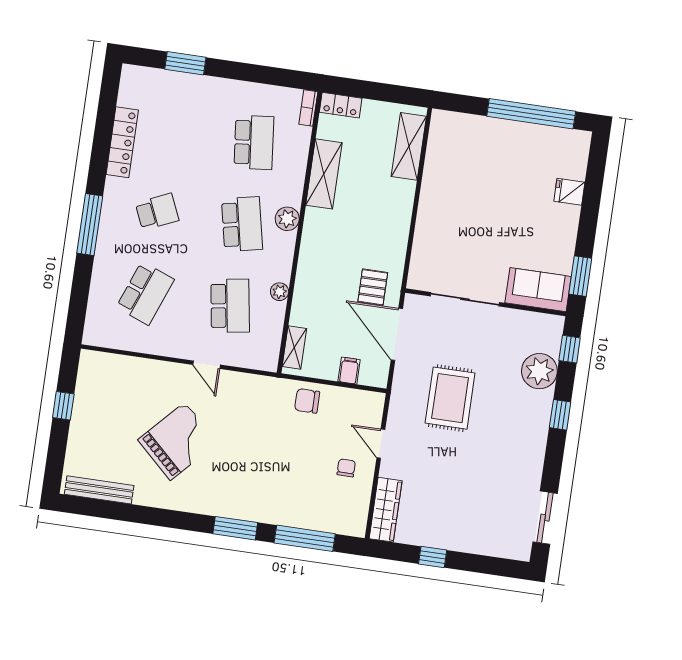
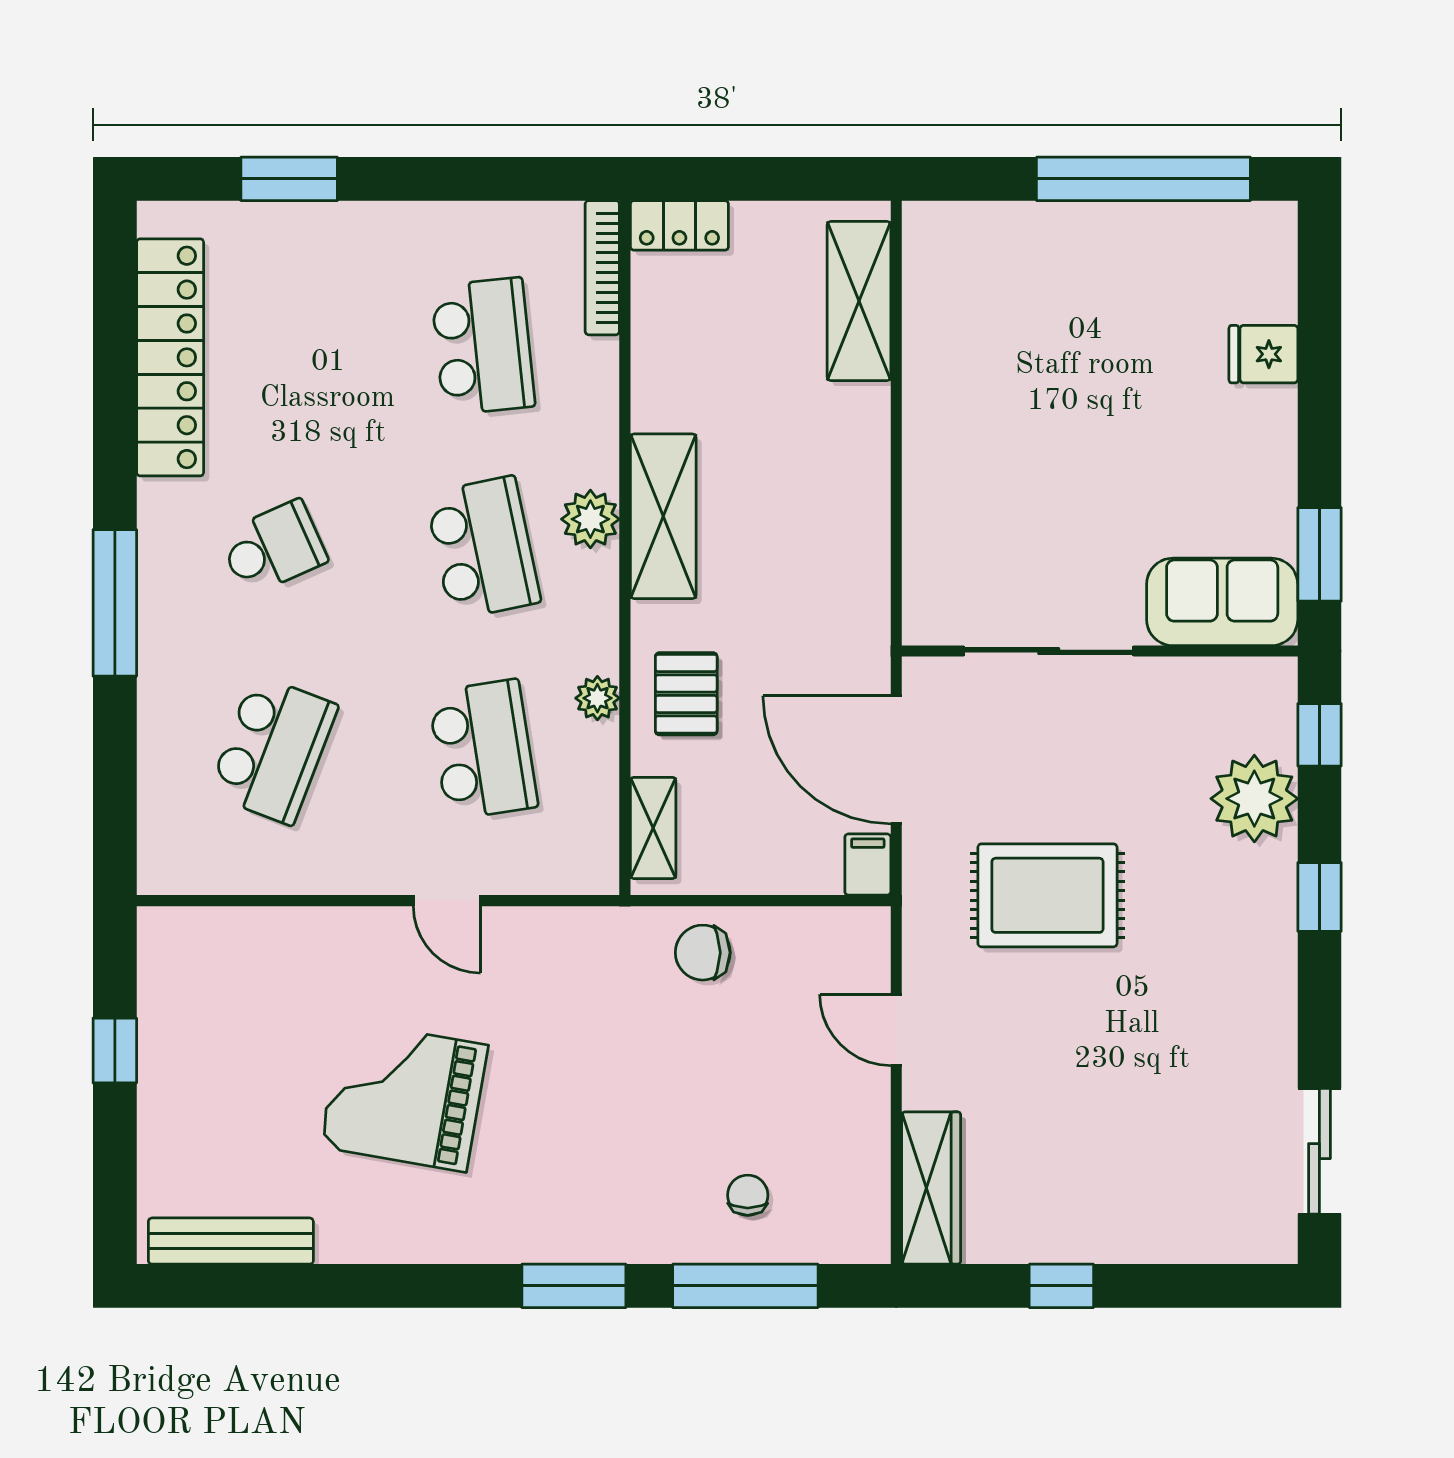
bookcase: (308, 108) -> (602, 268), width x1.56
locker: (122, 142) -> (170, 357), width x1.41, depth x1.21
shelving: (324, 174) -> (663, 516), moved
pallet: (373, 287) -> (686, 694), moved
filing cabinet: (349, 371) -> (868, 865), moved
rug: (450, 398) -> (1047, 895), turned 90
grand piano: (178, 441) -> (404, 1096), turned -123
chair: (346, 468) -> (748, 1195), moved

